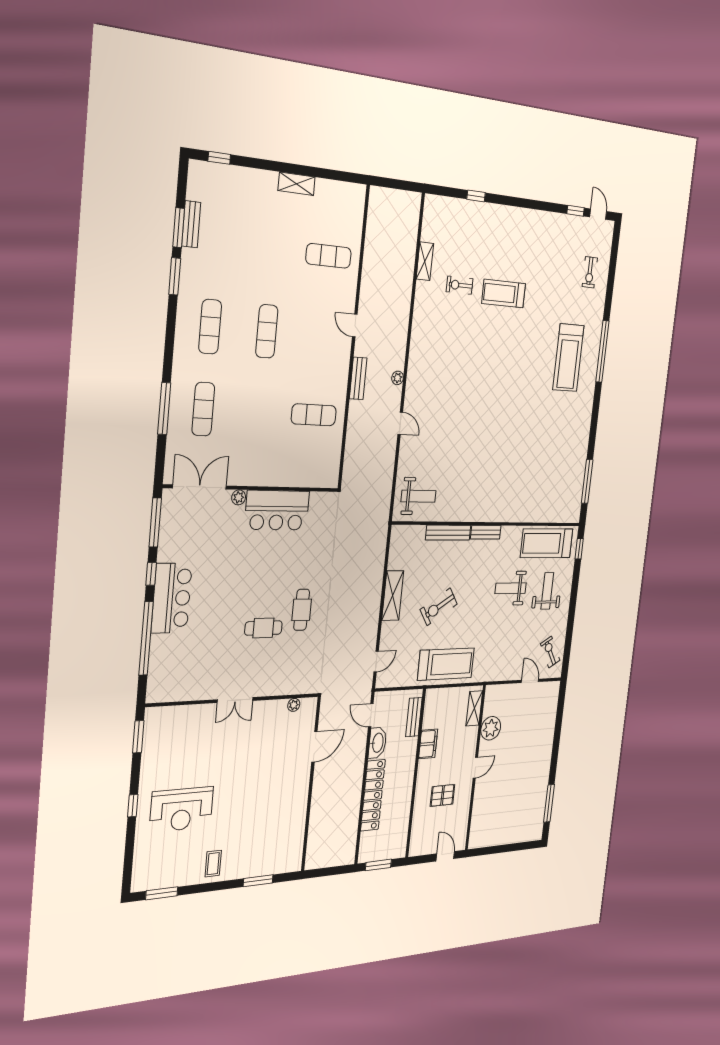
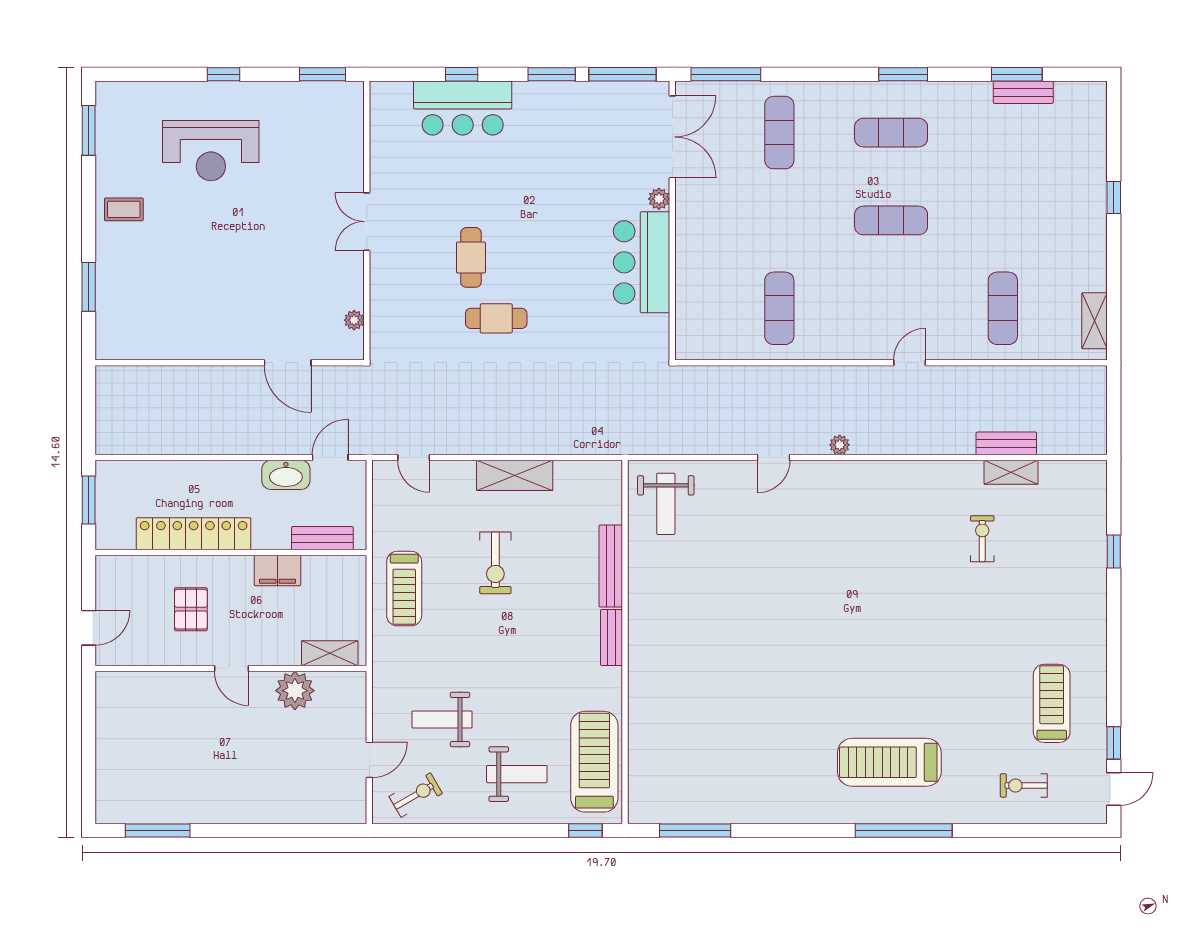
window: (219, 158) -> (1114, 198), moved
shelving: (297, 184) -> (1095, 321), moved
window: (175, 276) -> (903, 74), moved
treadmill: (504, 294) -> (1052, 703), moved
bench: (358, 378) -> (1006, 443), moved
window: (164, 409) -> (726, 74), moved
exercise mat: (203, 409) -> (779, 133), turned 90
window: (151, 574) -> (552, 74), width x1.50
weight bench: (511, 588) -> (442, 720), moved, turned -90
bar counter: (172, 598) -> (463, 108), moved
exercise bike: (439, 607) -> (495, 563), turned -148
window: (146, 638) -> (462, 74), width x0.32
treadmill: (446, 664) -> (404, 589), width x0.73, depth x0.73
locker: (373, 795) -> (194, 534), moved, turned 180
reception desk: (181, 809) -> (211, 151), turned -90

